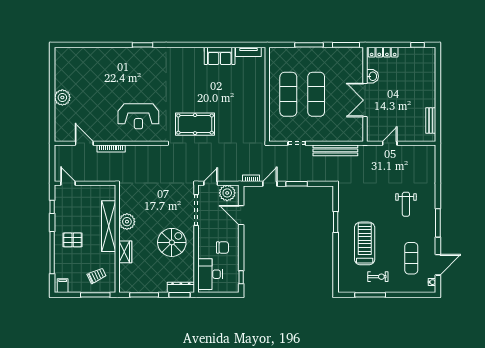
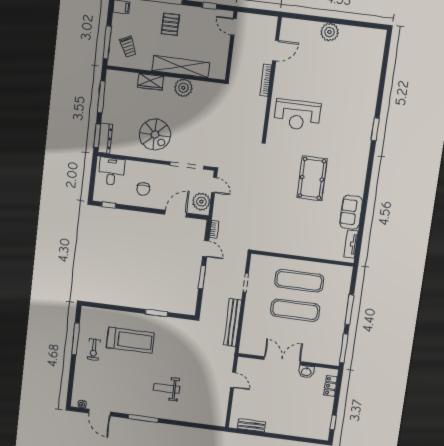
locker: (383, 52) -> (330, 386), width x0.66
reception desk: (138, 116) -> (297, 115), turned -90
pool table: (195, 124) -> (312, 178), moved
door: (68, 183) -> (234, 27), swing flipped
exercise mat: (411, 258) -> (109, 386), removed
desk: (210, 274) -> (111, 171), width x0.73

